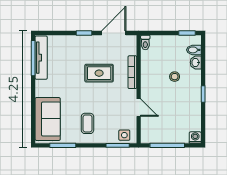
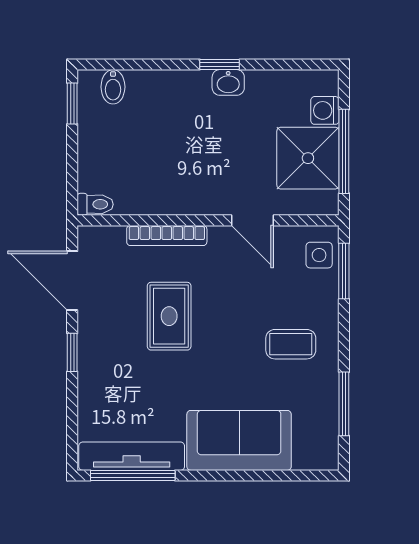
washbasin: (196, 62) -> (228, 82), moved
stool: (175, 77) -> (178, 133), removed
door: (139, 108) -> (253, 220), swing flipped
sofa: (48, 119) -> (239, 440), moved
shower: (164, 131) -> (308, 158), added
washing machine: (195, 138) -> (325, 110), moved

